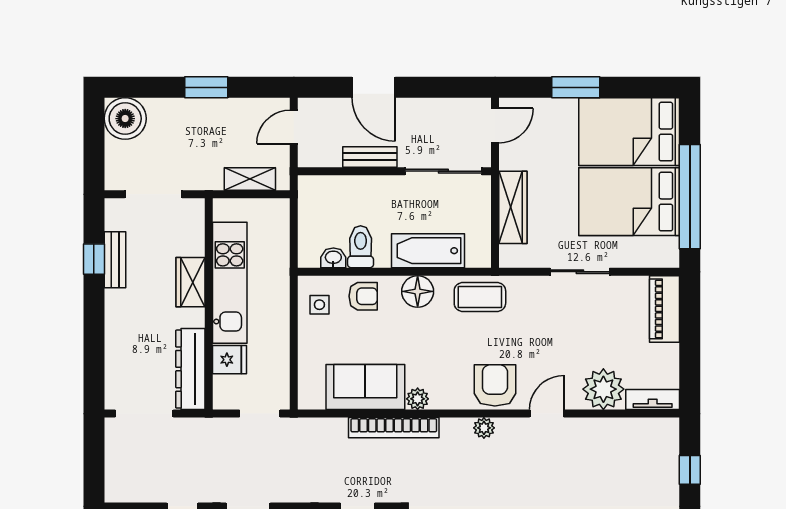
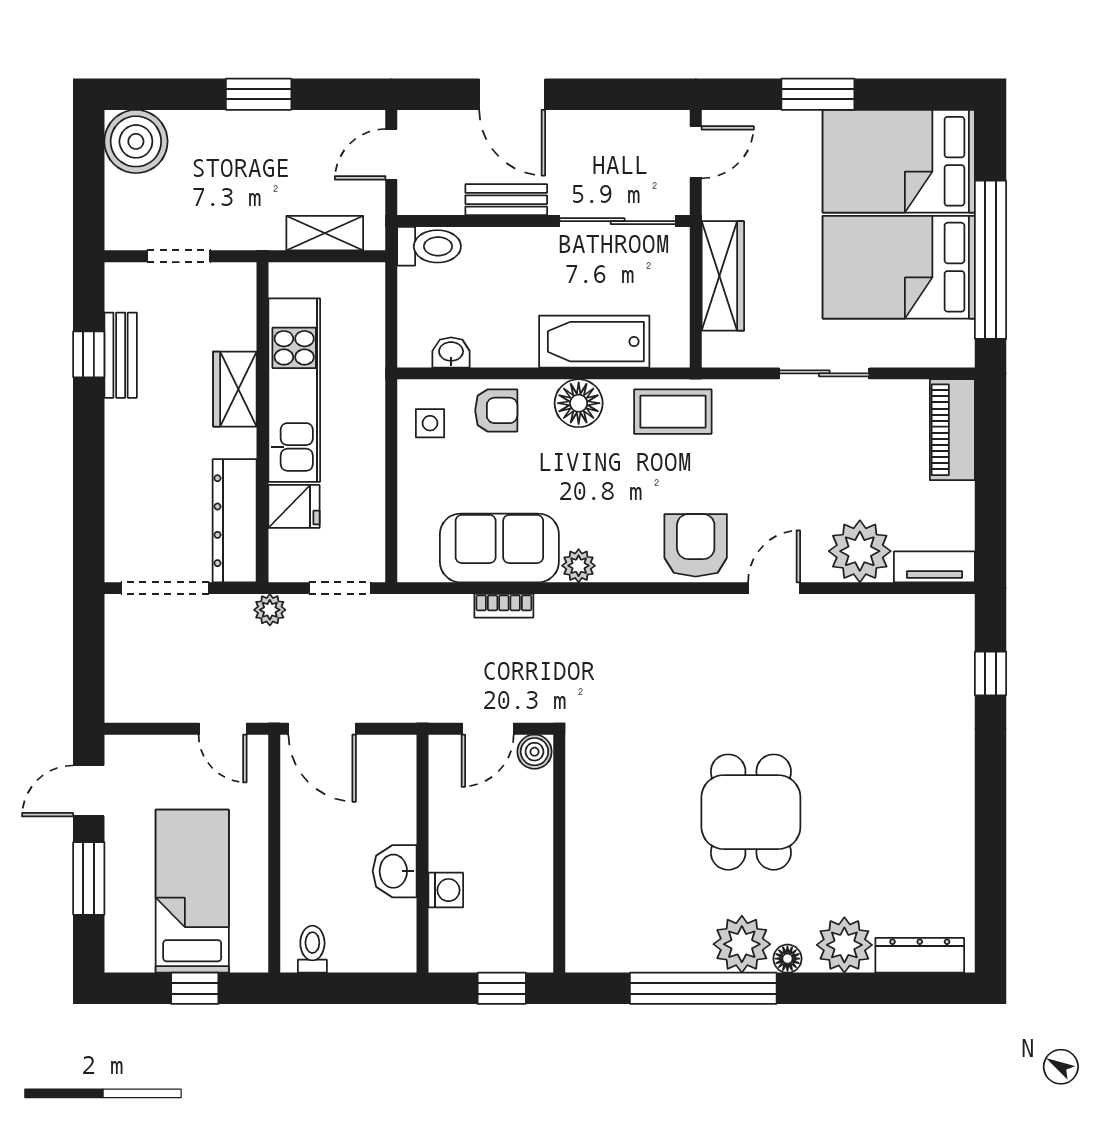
doorway: (153, 194) -> (179, 256), width x0.73
toilet: (361, 247) -> (429, 246), moved, turned 90
bookcase: (394, 428) -> (504, 606), width x0.43, depth x0.76
plant: (484, 428) -> (270, 610), moved

